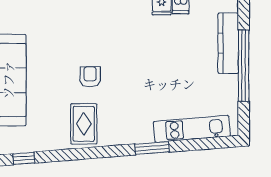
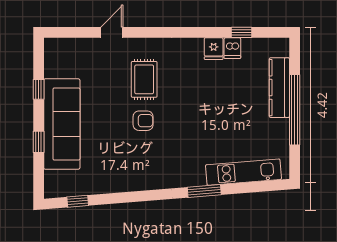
armchair: (90, 77) -> (143, 121), turned 90
rug: (84, 124) -> (144, 79), moved

